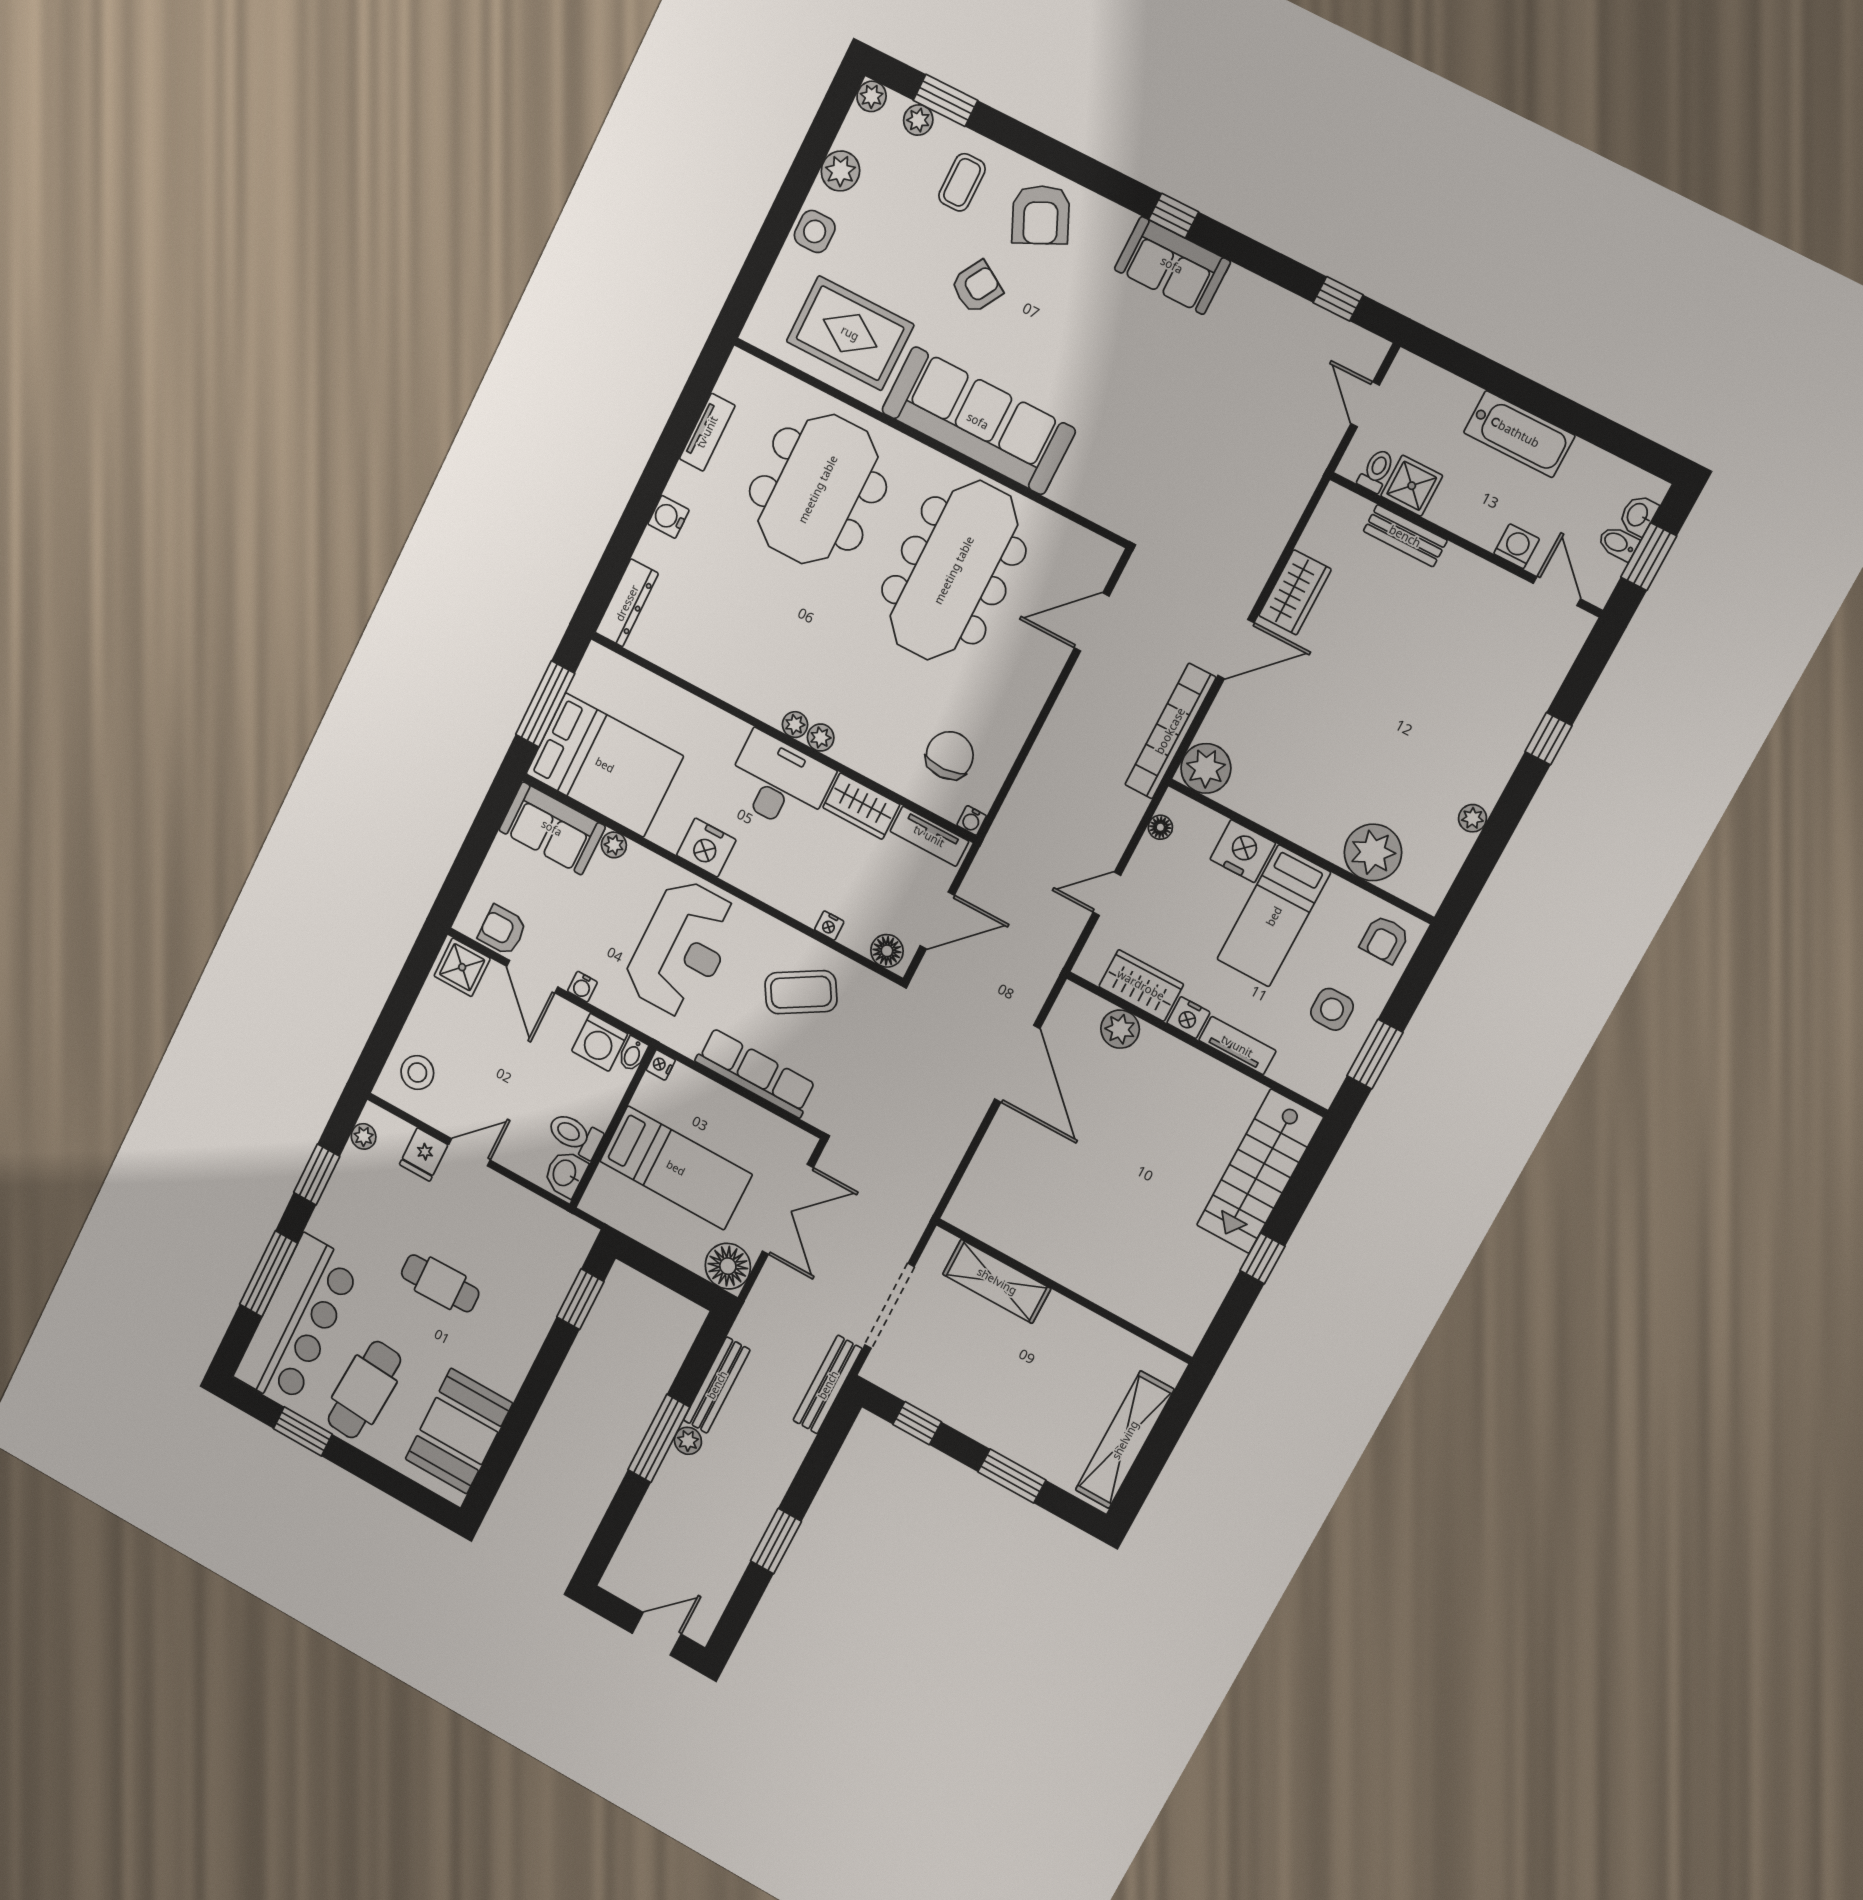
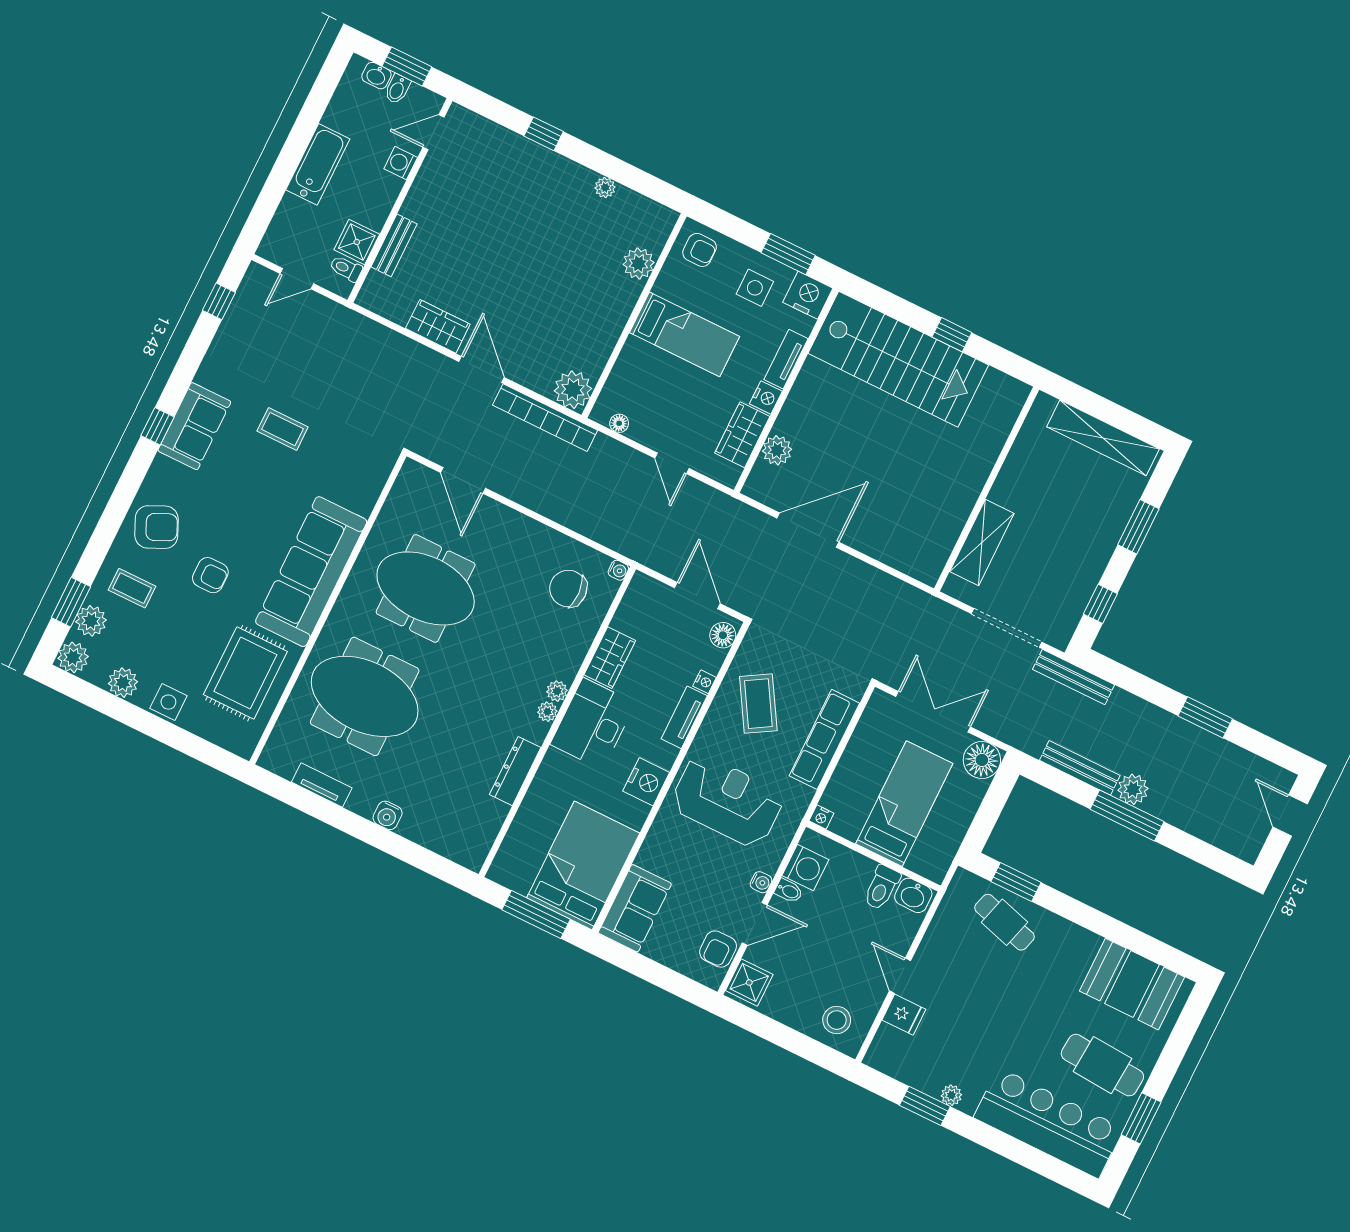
plant: (872, 96) -> (73, 657), width x1.38, depth x1.38
plant: (918, 120) -> (91, 621), width x1.38, depth x1.38
armchair: (977, 287) -> (210, 575), turned 149
coffee table: (1165, 384) -> (283, 429), added
meeting table: (954, 570) -> (426, 588), width x0.73
dresser: (627, 603) -> (515, 771), moved, turned -90
tv unit: (929, 836) -> (684, 717), moved, turned 180
plant: (614, 845) -> (646, 857), removed
nightstand: (1243, 851) -> (808, 295), moved, turned 90
plant: (1373, 852) -> (639, 264), width x0.73, depth x0.73
bidet: (633, 1054) -> (789, 891), moved
plant: (364, 1136) -> (951, 1095), moved
stairs: (1260, 1171) -> (898, 359), width x1.36, depth x1.51
window: (269, 1274) -> (1010, 1148), removed
cafe table: (440, 1283) -> (1005, 922), moved, turned -73
plant: (688, 1441) -> (1133, 789), width x1.38, depth x1.38

